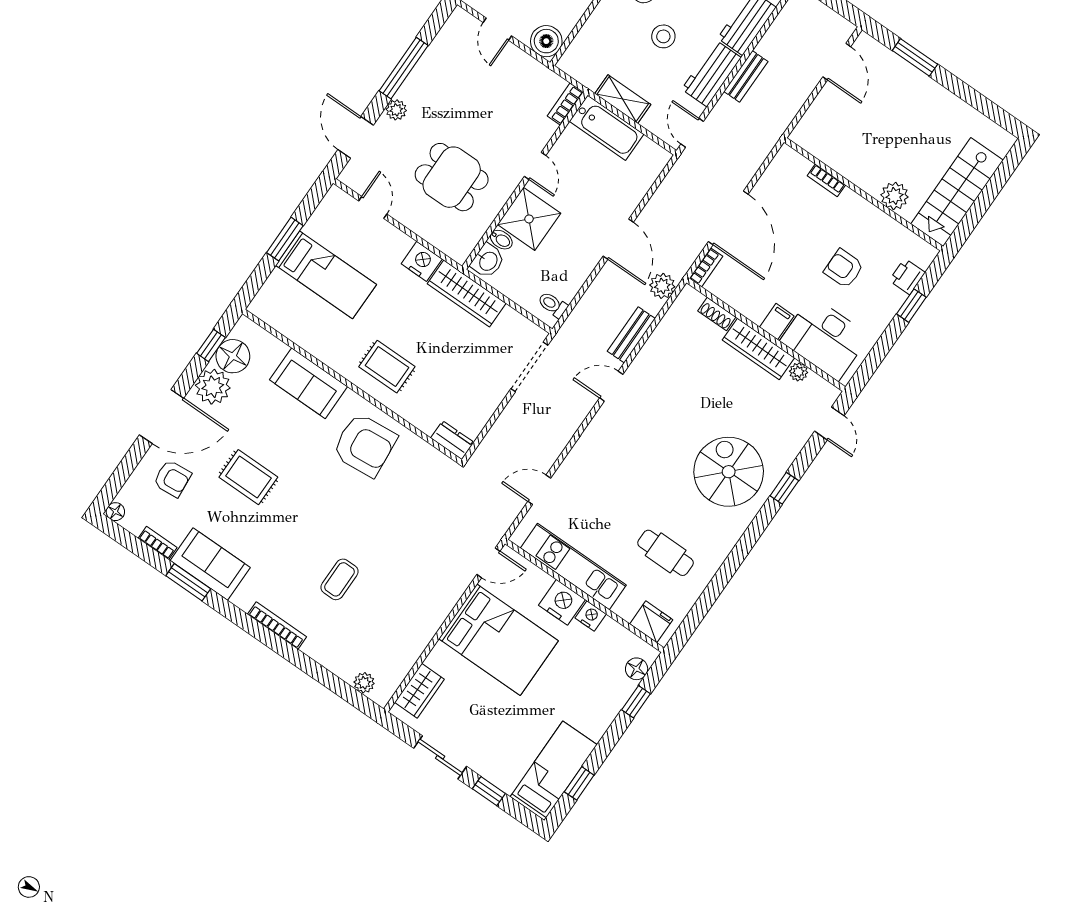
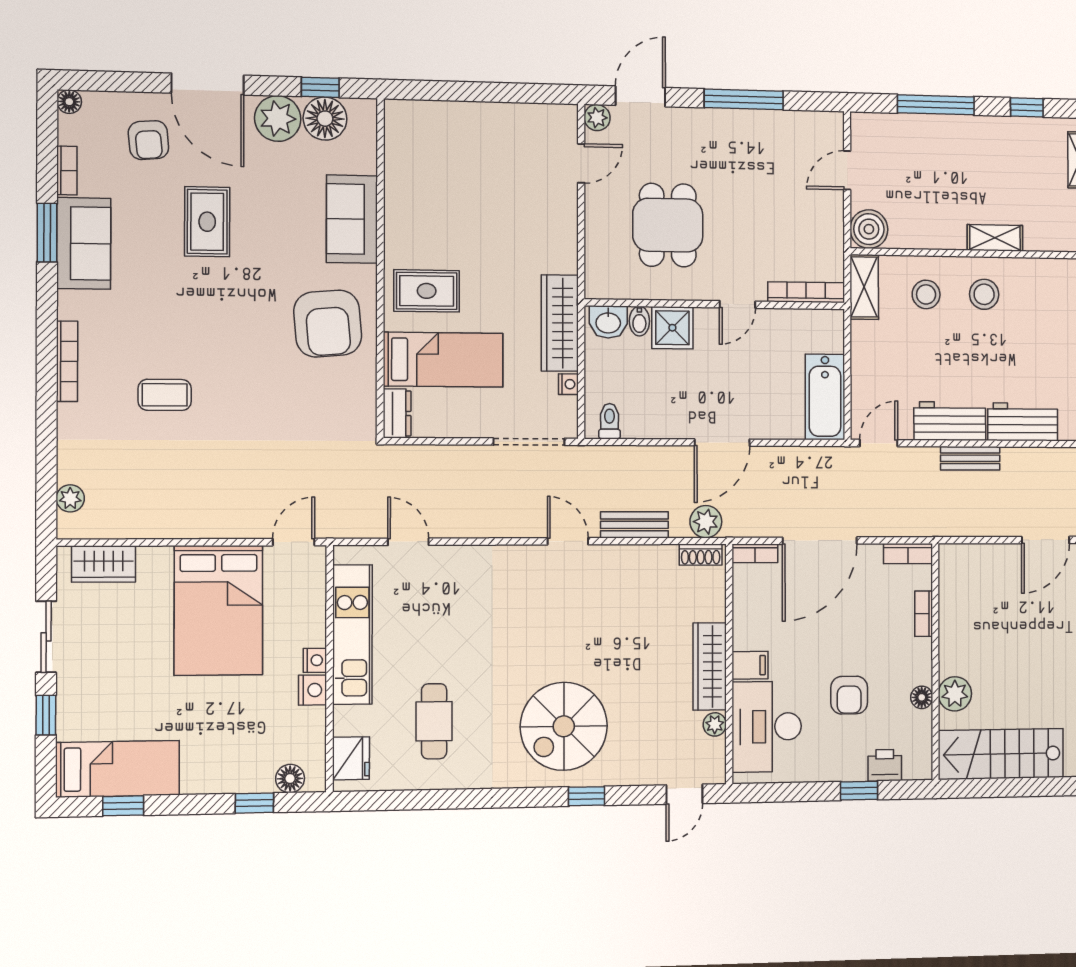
stool: (663, 36) -> (926, 294), moved
shelving: (623, 99) -> (864, 287), moved
bookcase: (565, 104) -> (806, 292), width x1.56
plant: (396, 110) -> (597, 118), moved
bathtub: (607, 128) -> (825, 397), moved
bookcase: (779, 163) -> (908, 554), added
shower: (529, 219) -> (672, 328), width x0.73, depth x0.73
floor lamp: (881, 220) -> (922, 697), added
window: (285, 239) -> (486, 92), removed
nightstand: (422, 261) -> (568, 384), moved, width x0.53, depth x0.56
armchair: (844, 269) -> (849, 695), turned 180
bed: (326, 275) -> (443, 360), moved, turned -90
shoe rack: (717, 314) -> (701, 555), moved, turned -90
rug: (387, 367) -> (427, 291), turned 90
spiral stairs: (729, 472) -> (564, 726), turned 180
door: (488, 563) -> (294, 542), swing flipped
nightstand: (562, 602) -> (315, 660), width x0.53, depth x0.56

